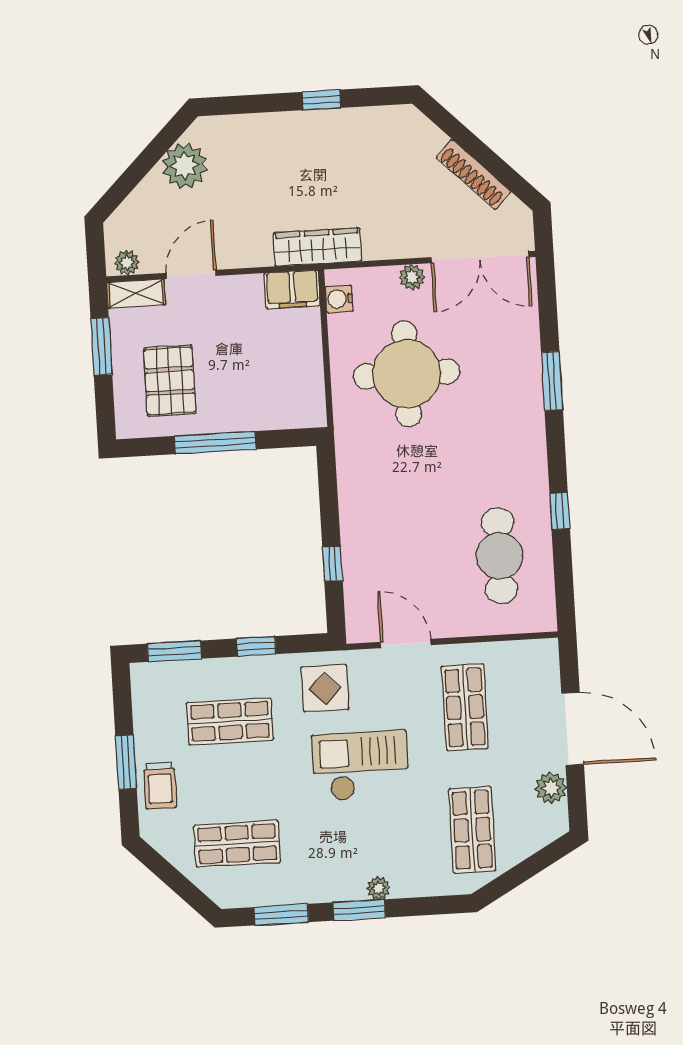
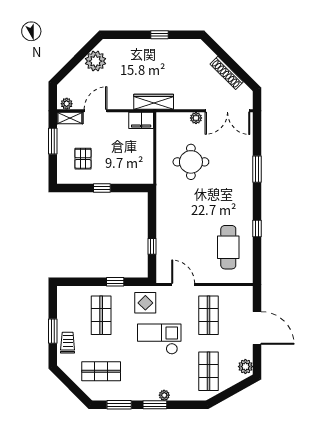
water cooler: (339, 299) -> (162, 126), removed
round table: (407, 374) -> (191, 162), width x0.73, depth x0.73
pallet: (170, 381) -> (83, 159), width x0.67, depth x0.71
window: (215, 443) -> (102, 188), width x0.46
window: (175, 651) -> (78, 282), removed
shop shelf: (230, 721) -> (101, 315), turned 90
trolley: (160, 786) -> (68, 343), turned 180
plant: (551, 788) -> (245, 367), moved

